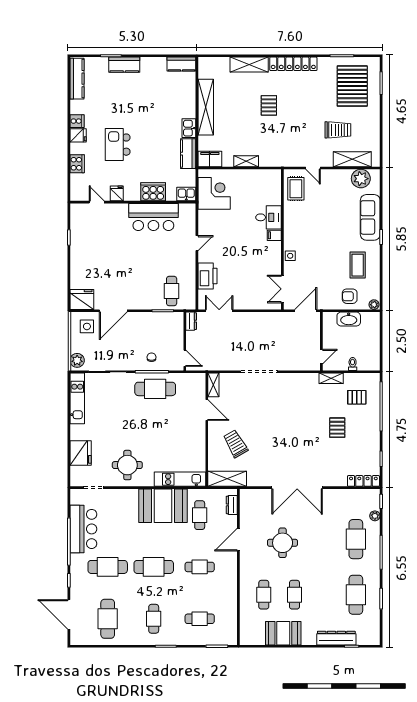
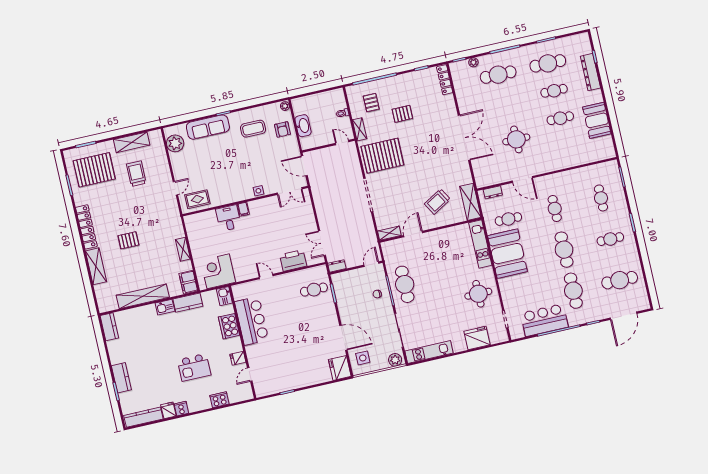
fridge: (78, 135) -> (168, 410), moved
shelving: (352, 159) -> (132, 142), moved, turned 90
pallet: (298, 396) -> (382, 156), added
cafe table: (264, 595) -> (554, 91), moved

